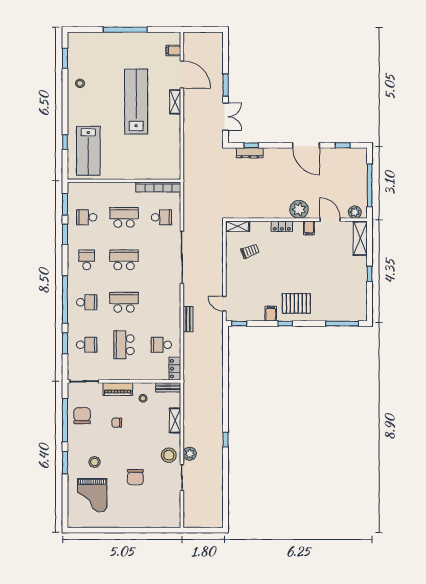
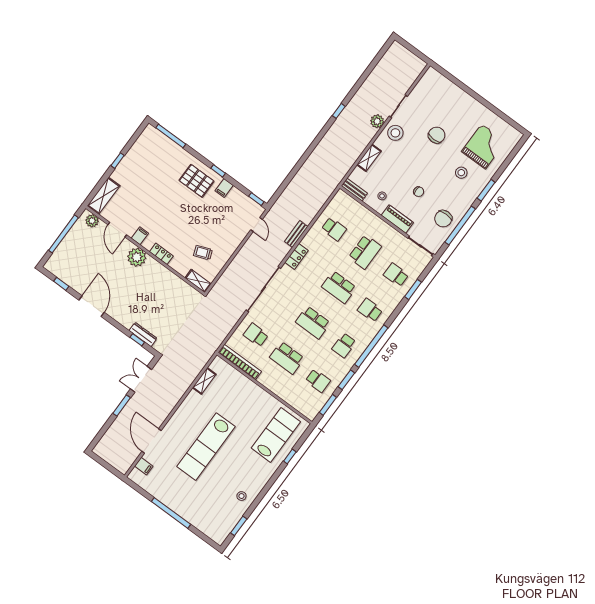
shelving: (175, 102) -> (204, 381), moved
window: (65, 299) -> (371, 346), moved
locker: (175, 369) -> (297, 256), moved

